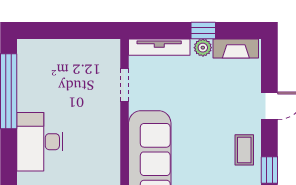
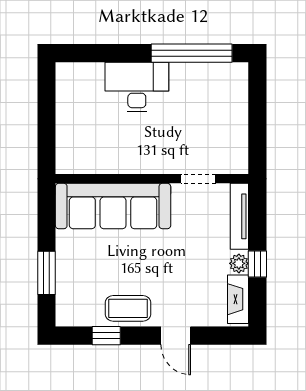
coffee table: (244, 150) -> (128, 308), width x1.36, depth x1.30

